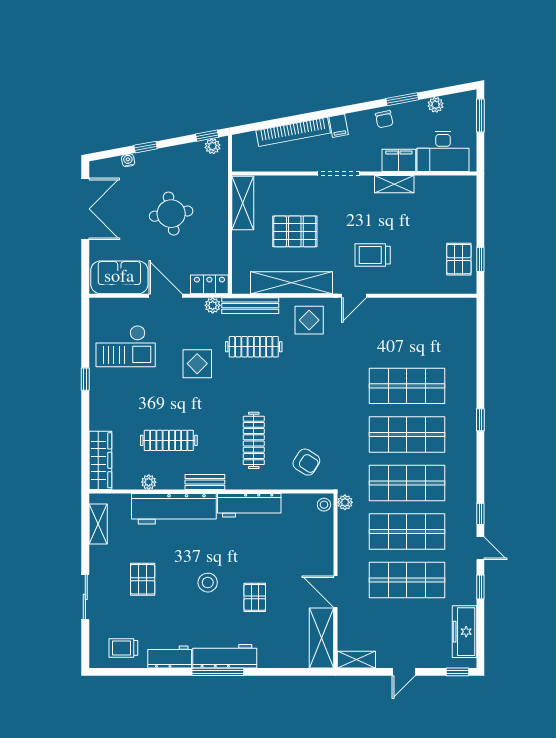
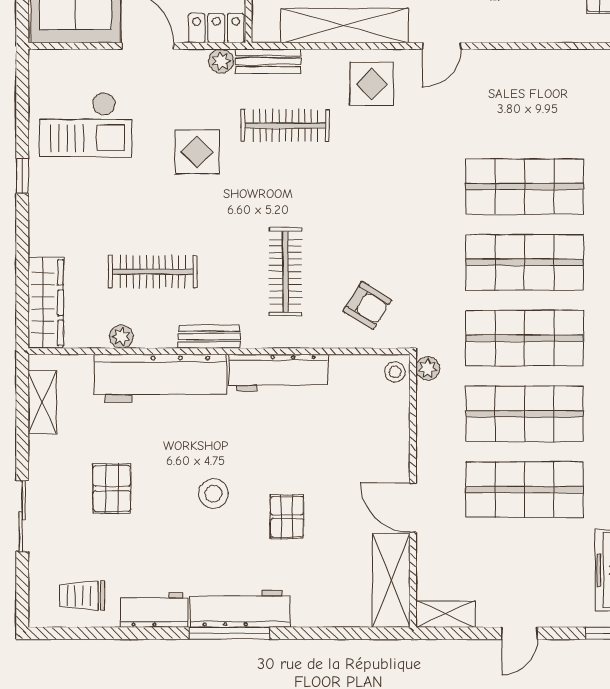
bench: (250, 306) -> (268, 61), width x0.73

